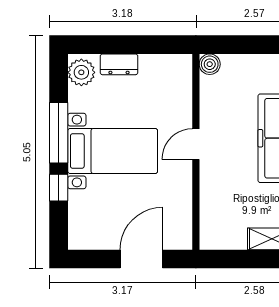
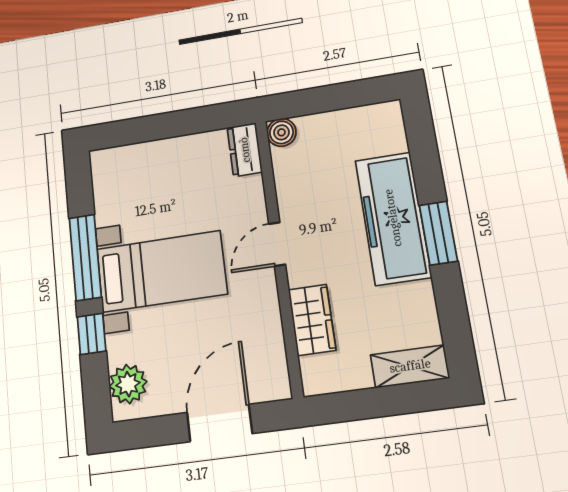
dresser: (119, 64) -> (245, 150), moved, turned 90
plant: (81, 72) -> (128, 384), moved
wardrobe: (212, 199) -> (312, 320), added

